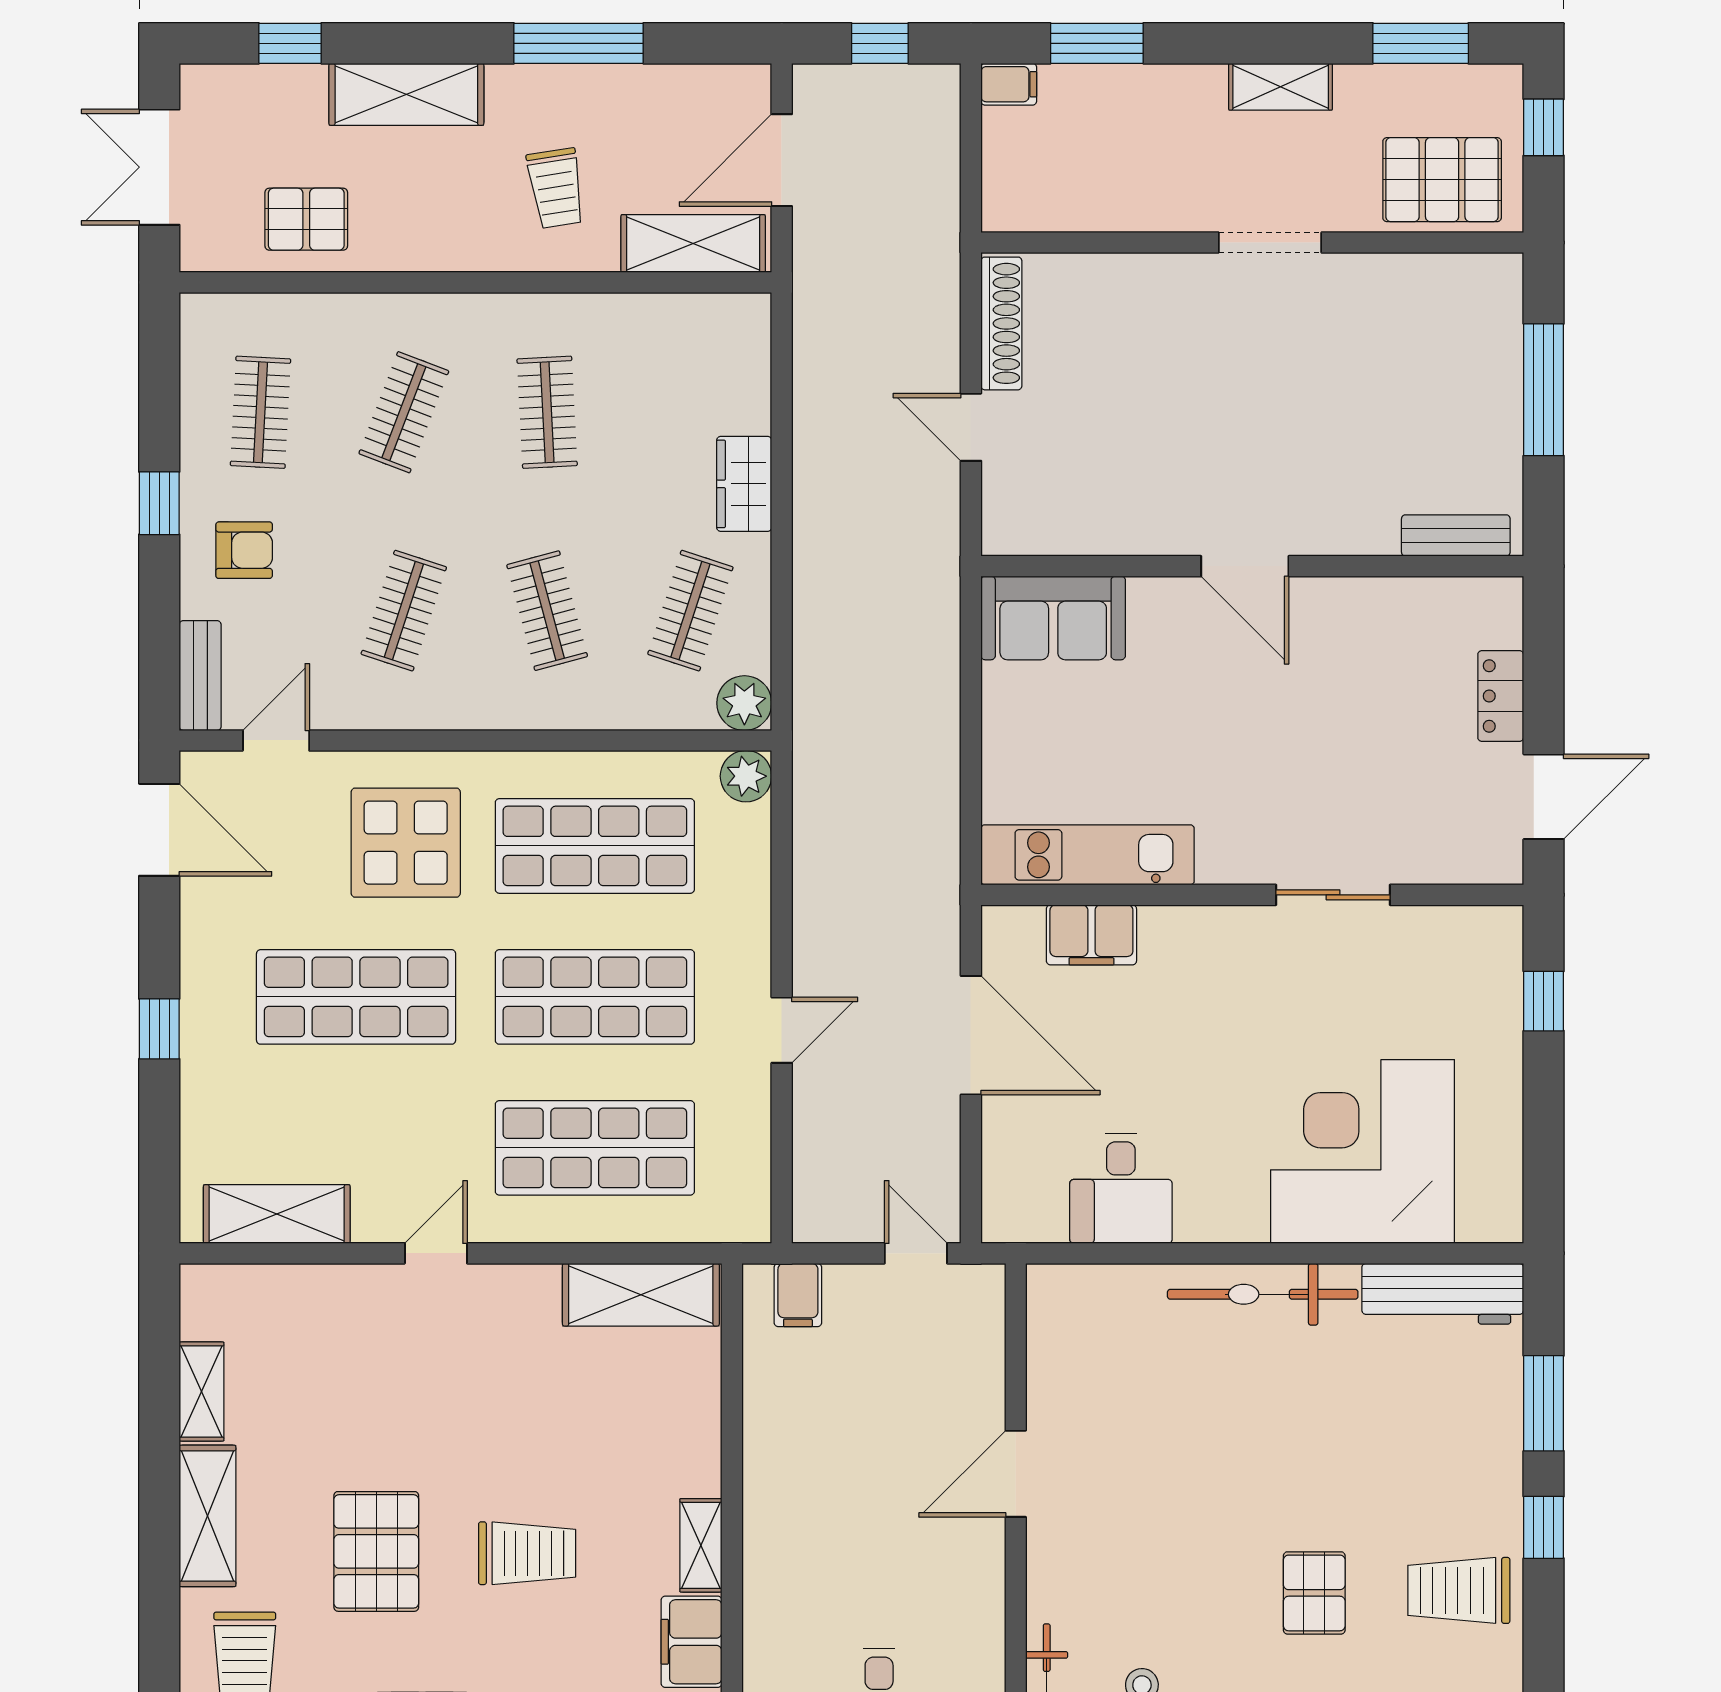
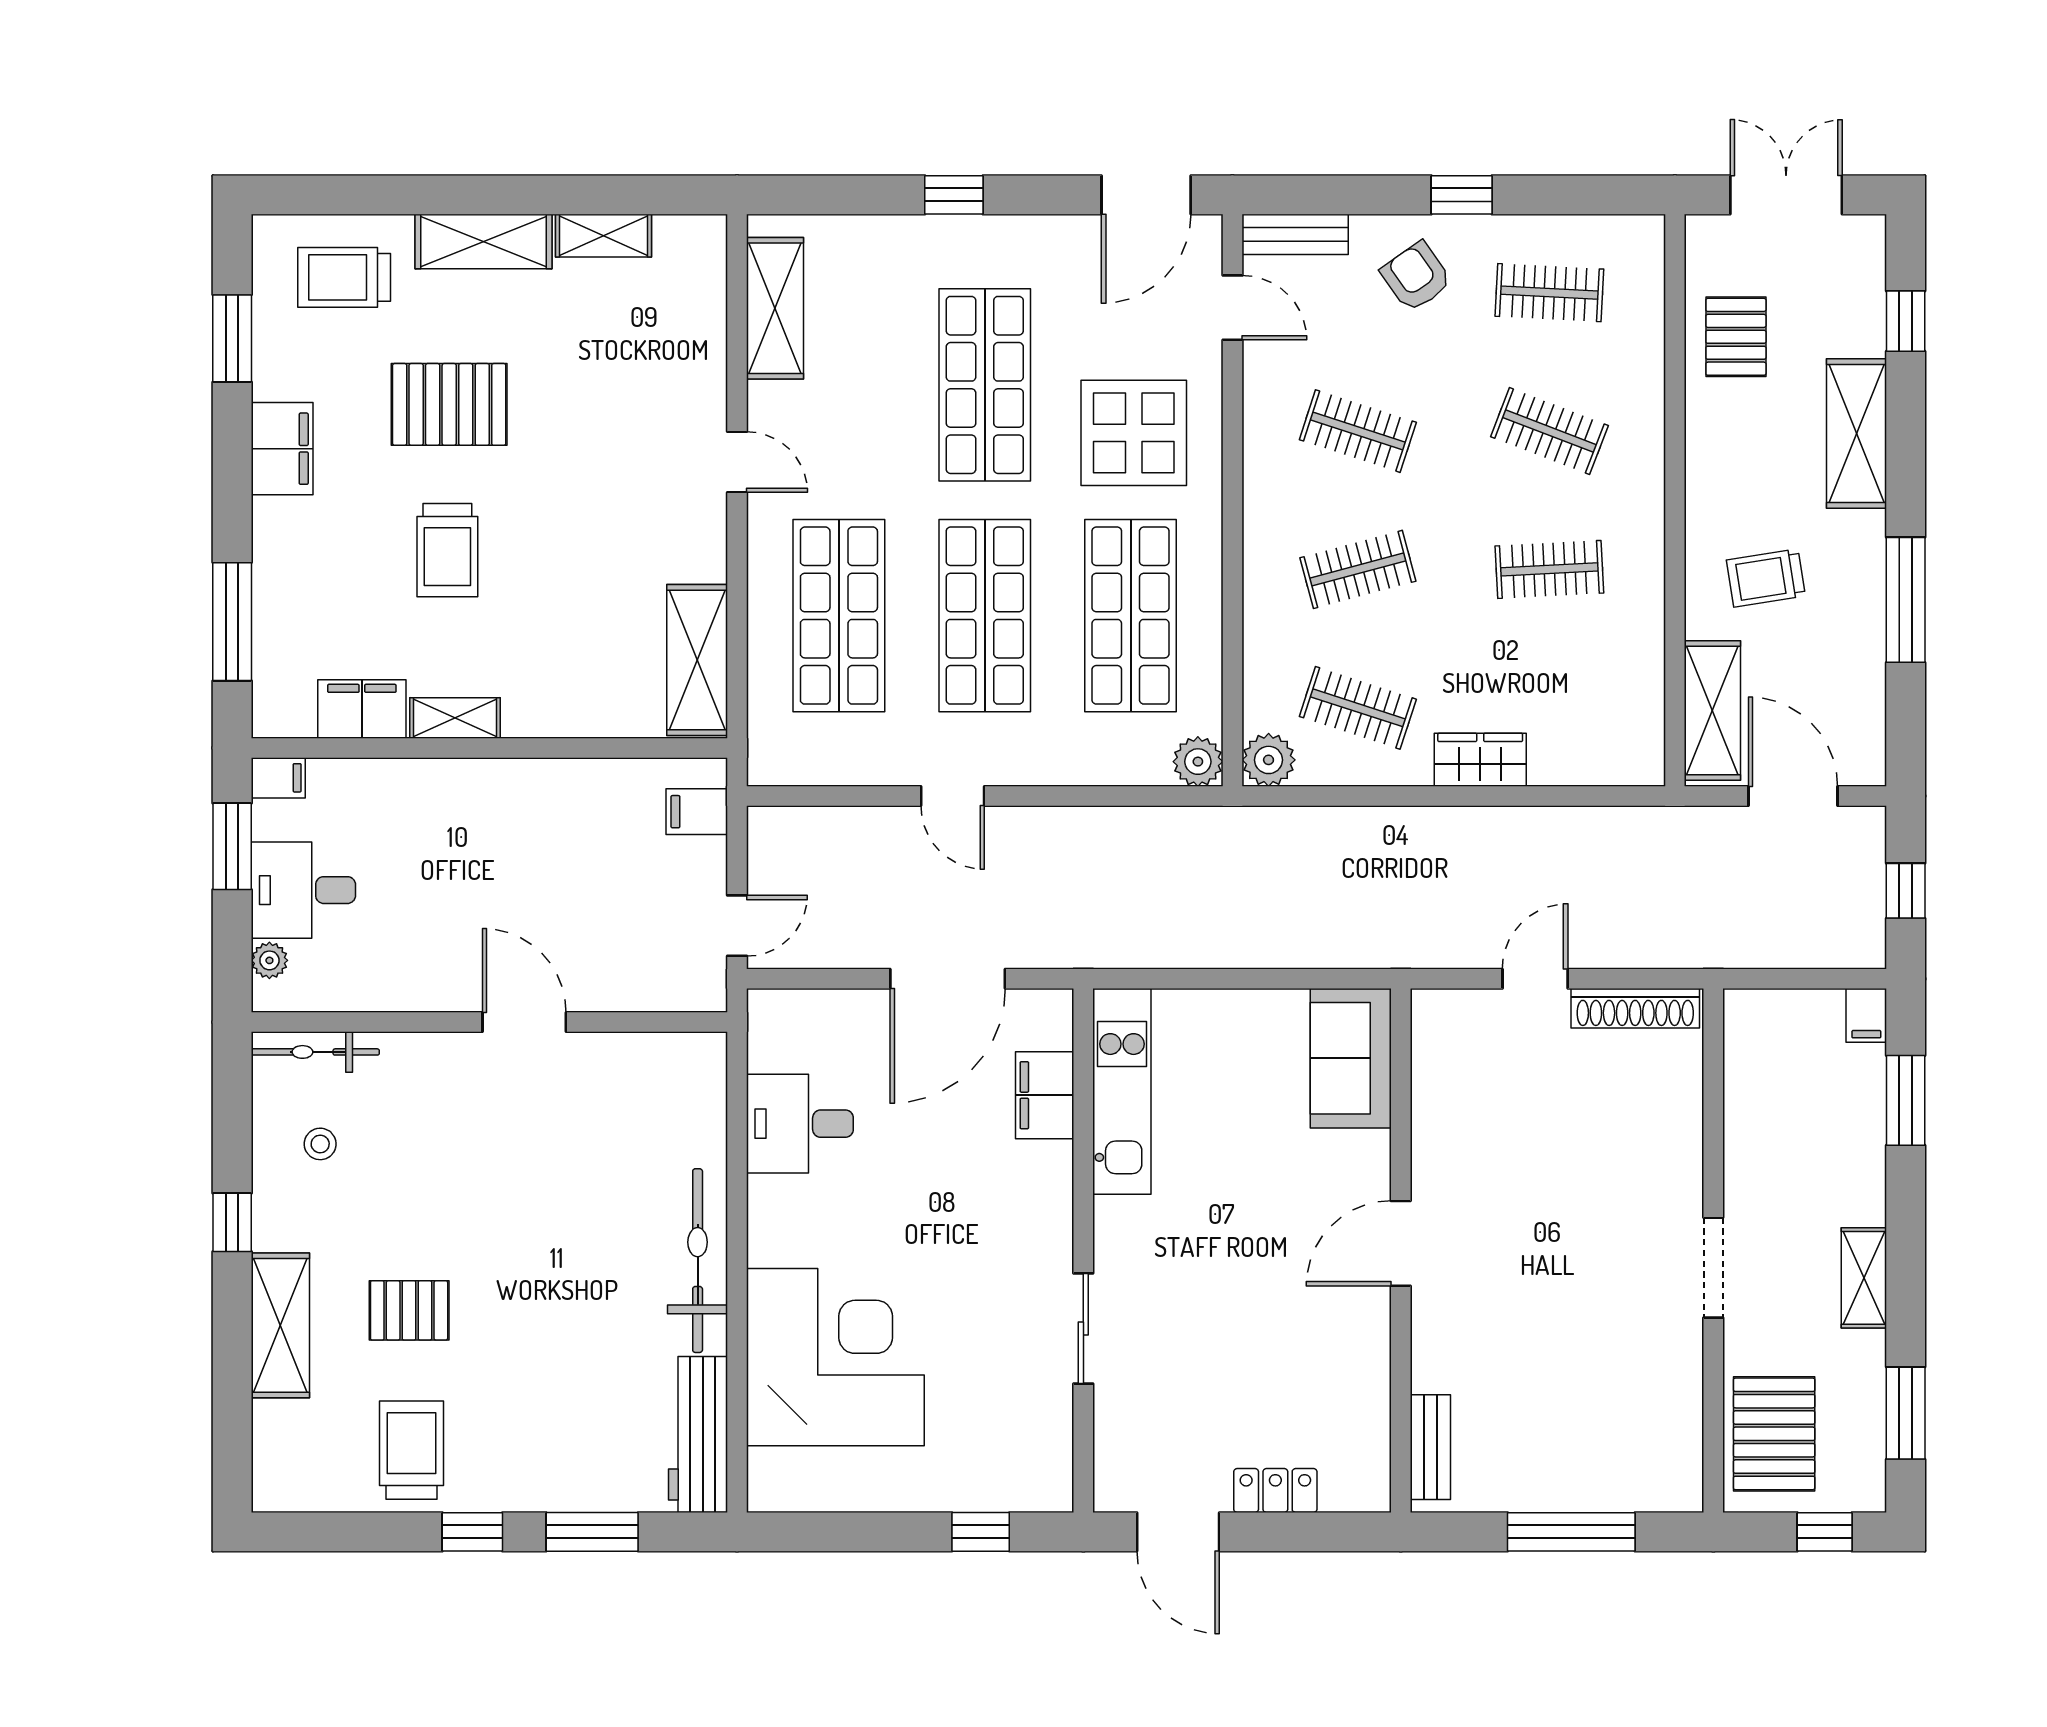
armchair: (244, 550) -> (1416, 277), turned 145

